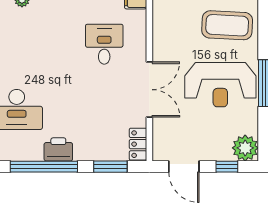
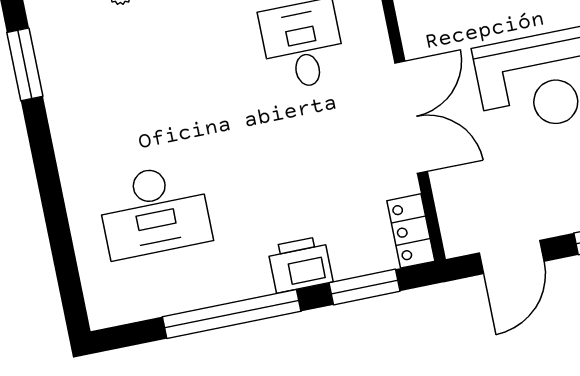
printer: (58, 149) -> (300, 264), moved
door: (184, 167) -> (512, 257), hinge flipped

